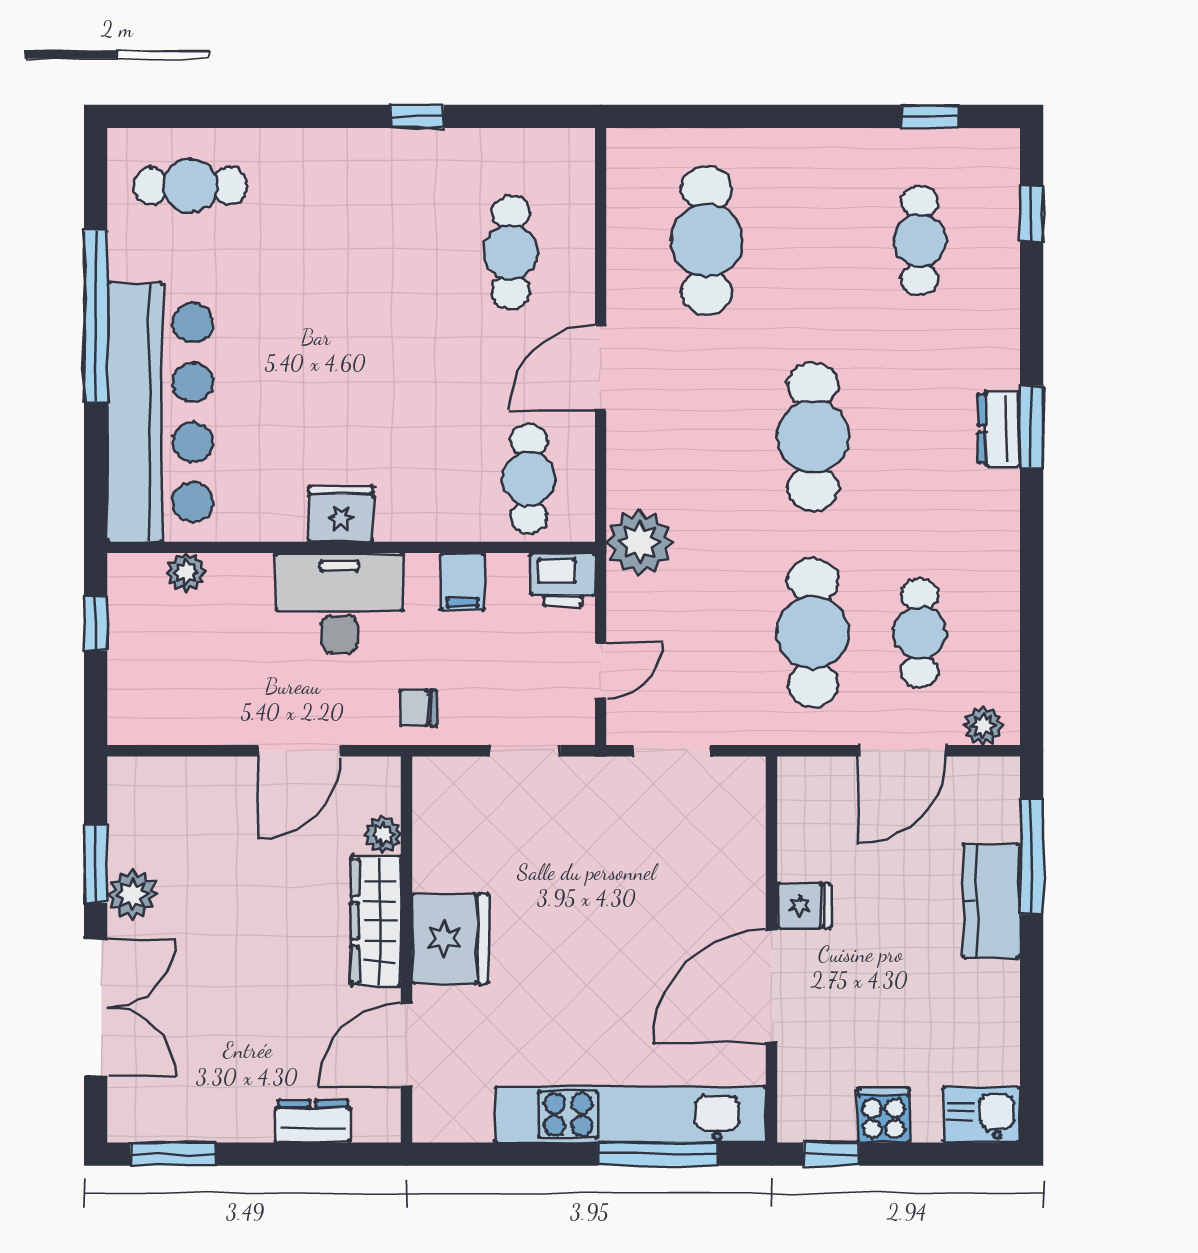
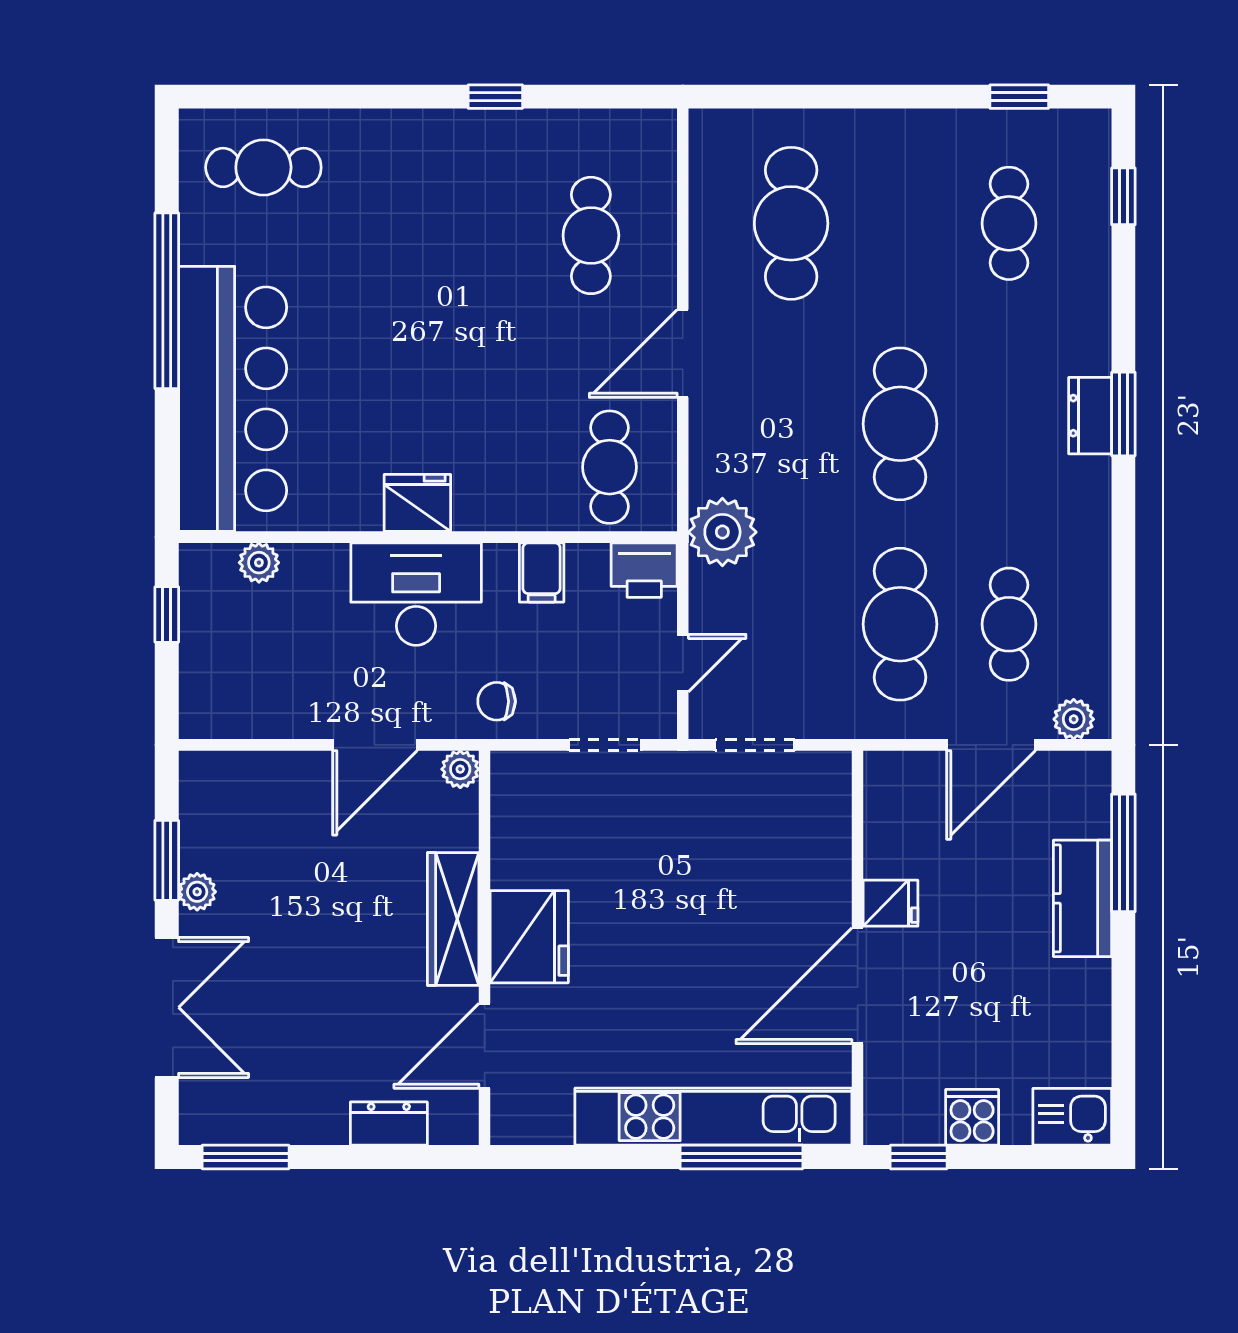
plant: (383, 834) -> (460, 769), moved
plant: (132, 894) -> (197, 892), width x0.73, depth x0.73

